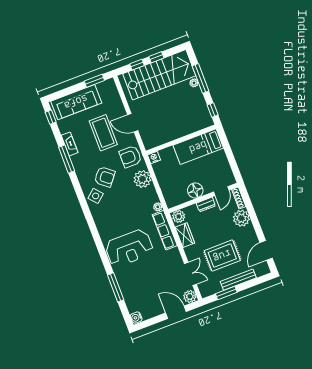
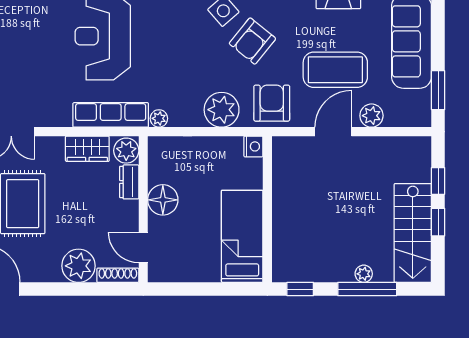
stairs: (159, 75) -> (413, 233), width x0.73, depth x0.66
plant: (118, 108) -> (371, 116), added
dresser: (206, 205) -> (129, 182), moved

